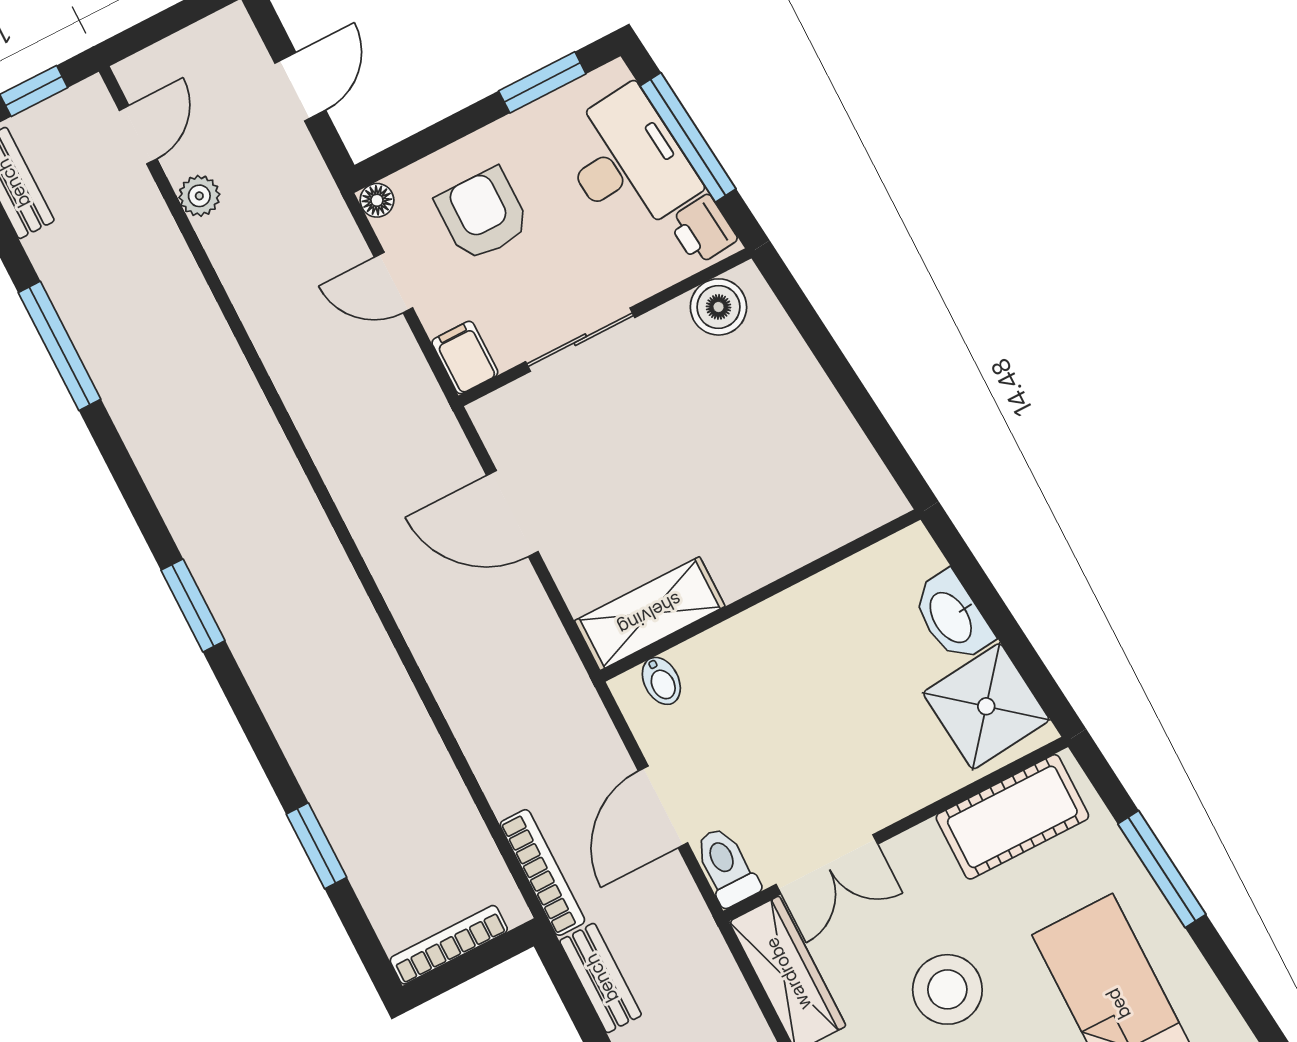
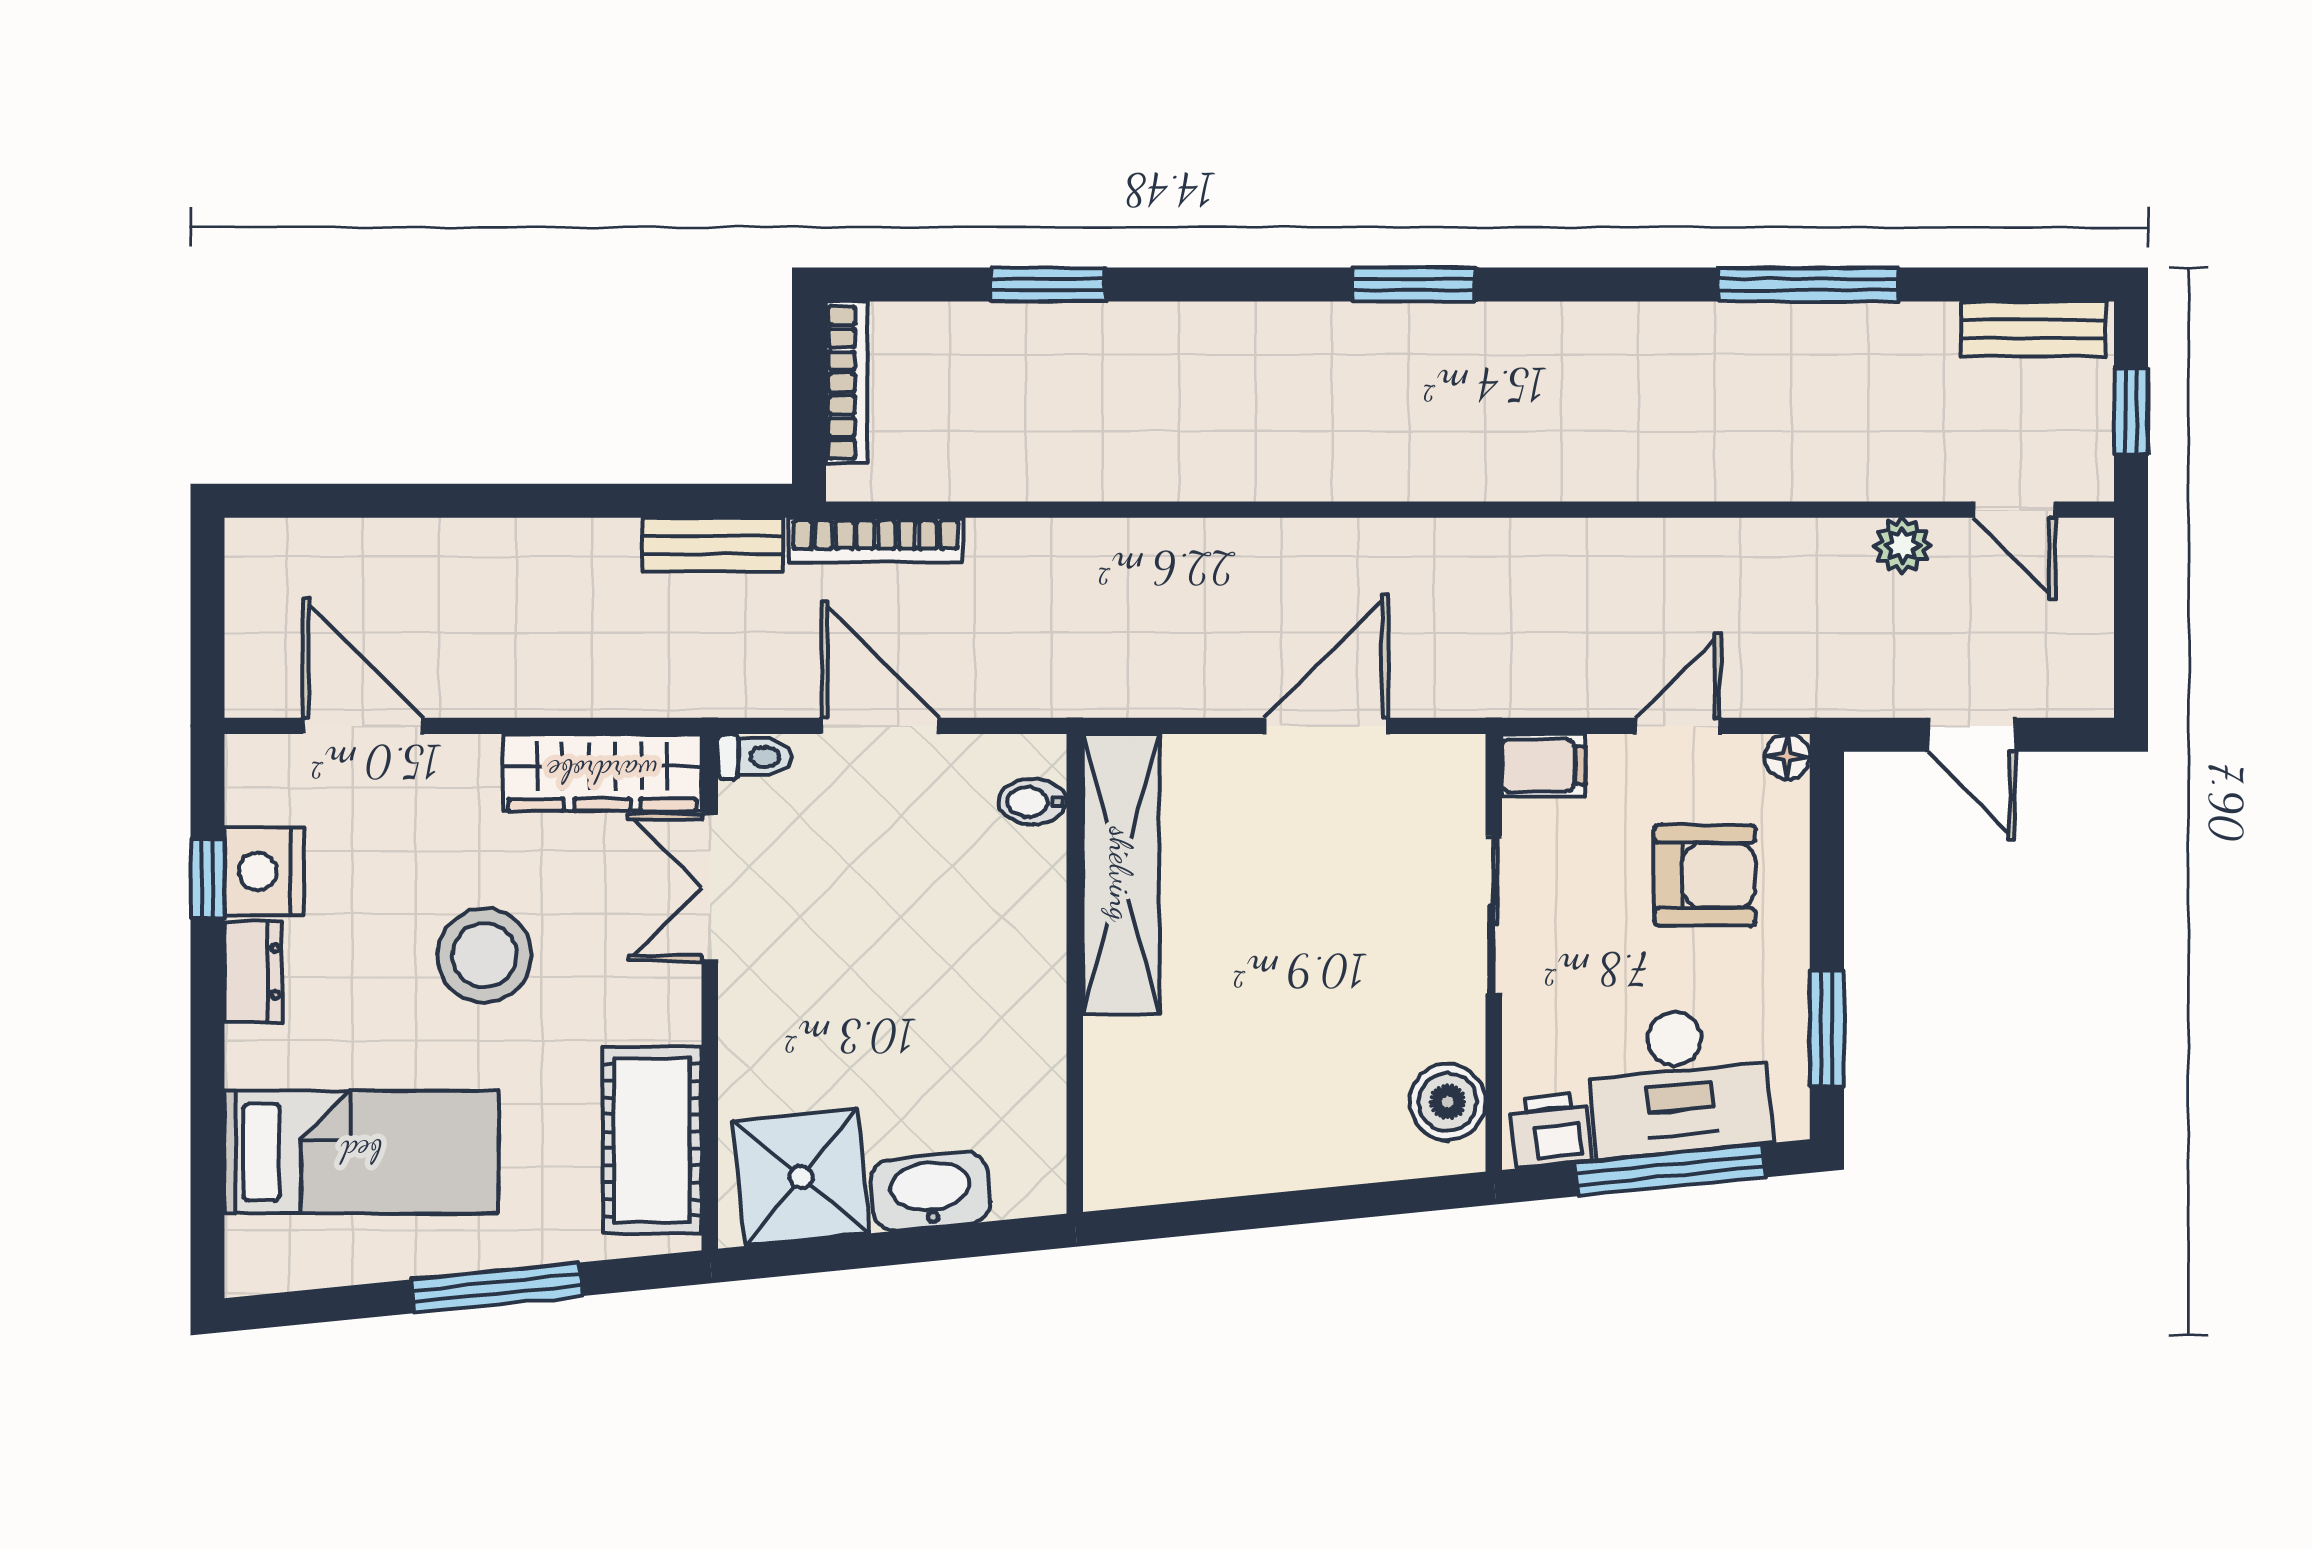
shelving: (650, 614) -> (1121, 874), width x1.47
toilet: (726, 867) -> (755, 757), width x0.73, depth x0.72

